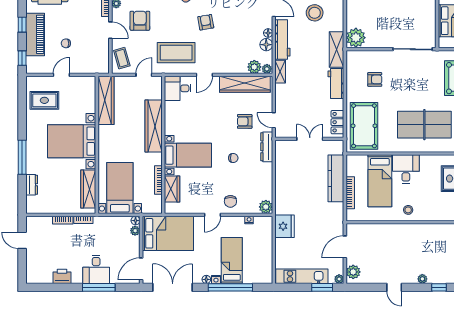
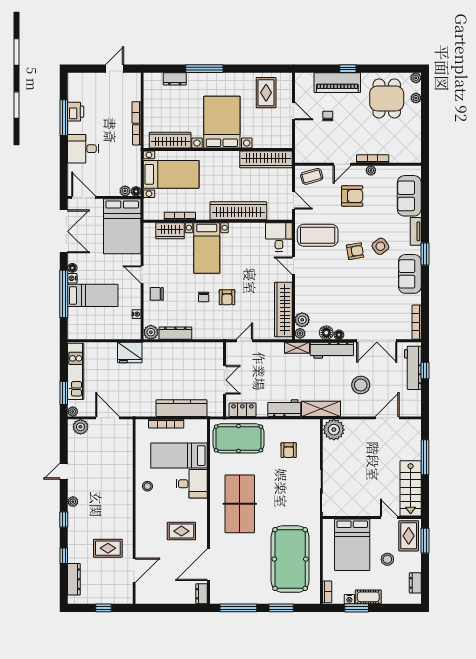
armchair: (206, 22) -> (355, 251), moved
coffee table: (176, 53) -> (318, 235), turned 90
window: (22, 58) -> (312, 69), removed
armchair: (245, 121) -> (227, 297), moved, turned 180
dresser: (267, 147) -> (175, 333), moved
window: (99, 287) -> (64, 118), moved

